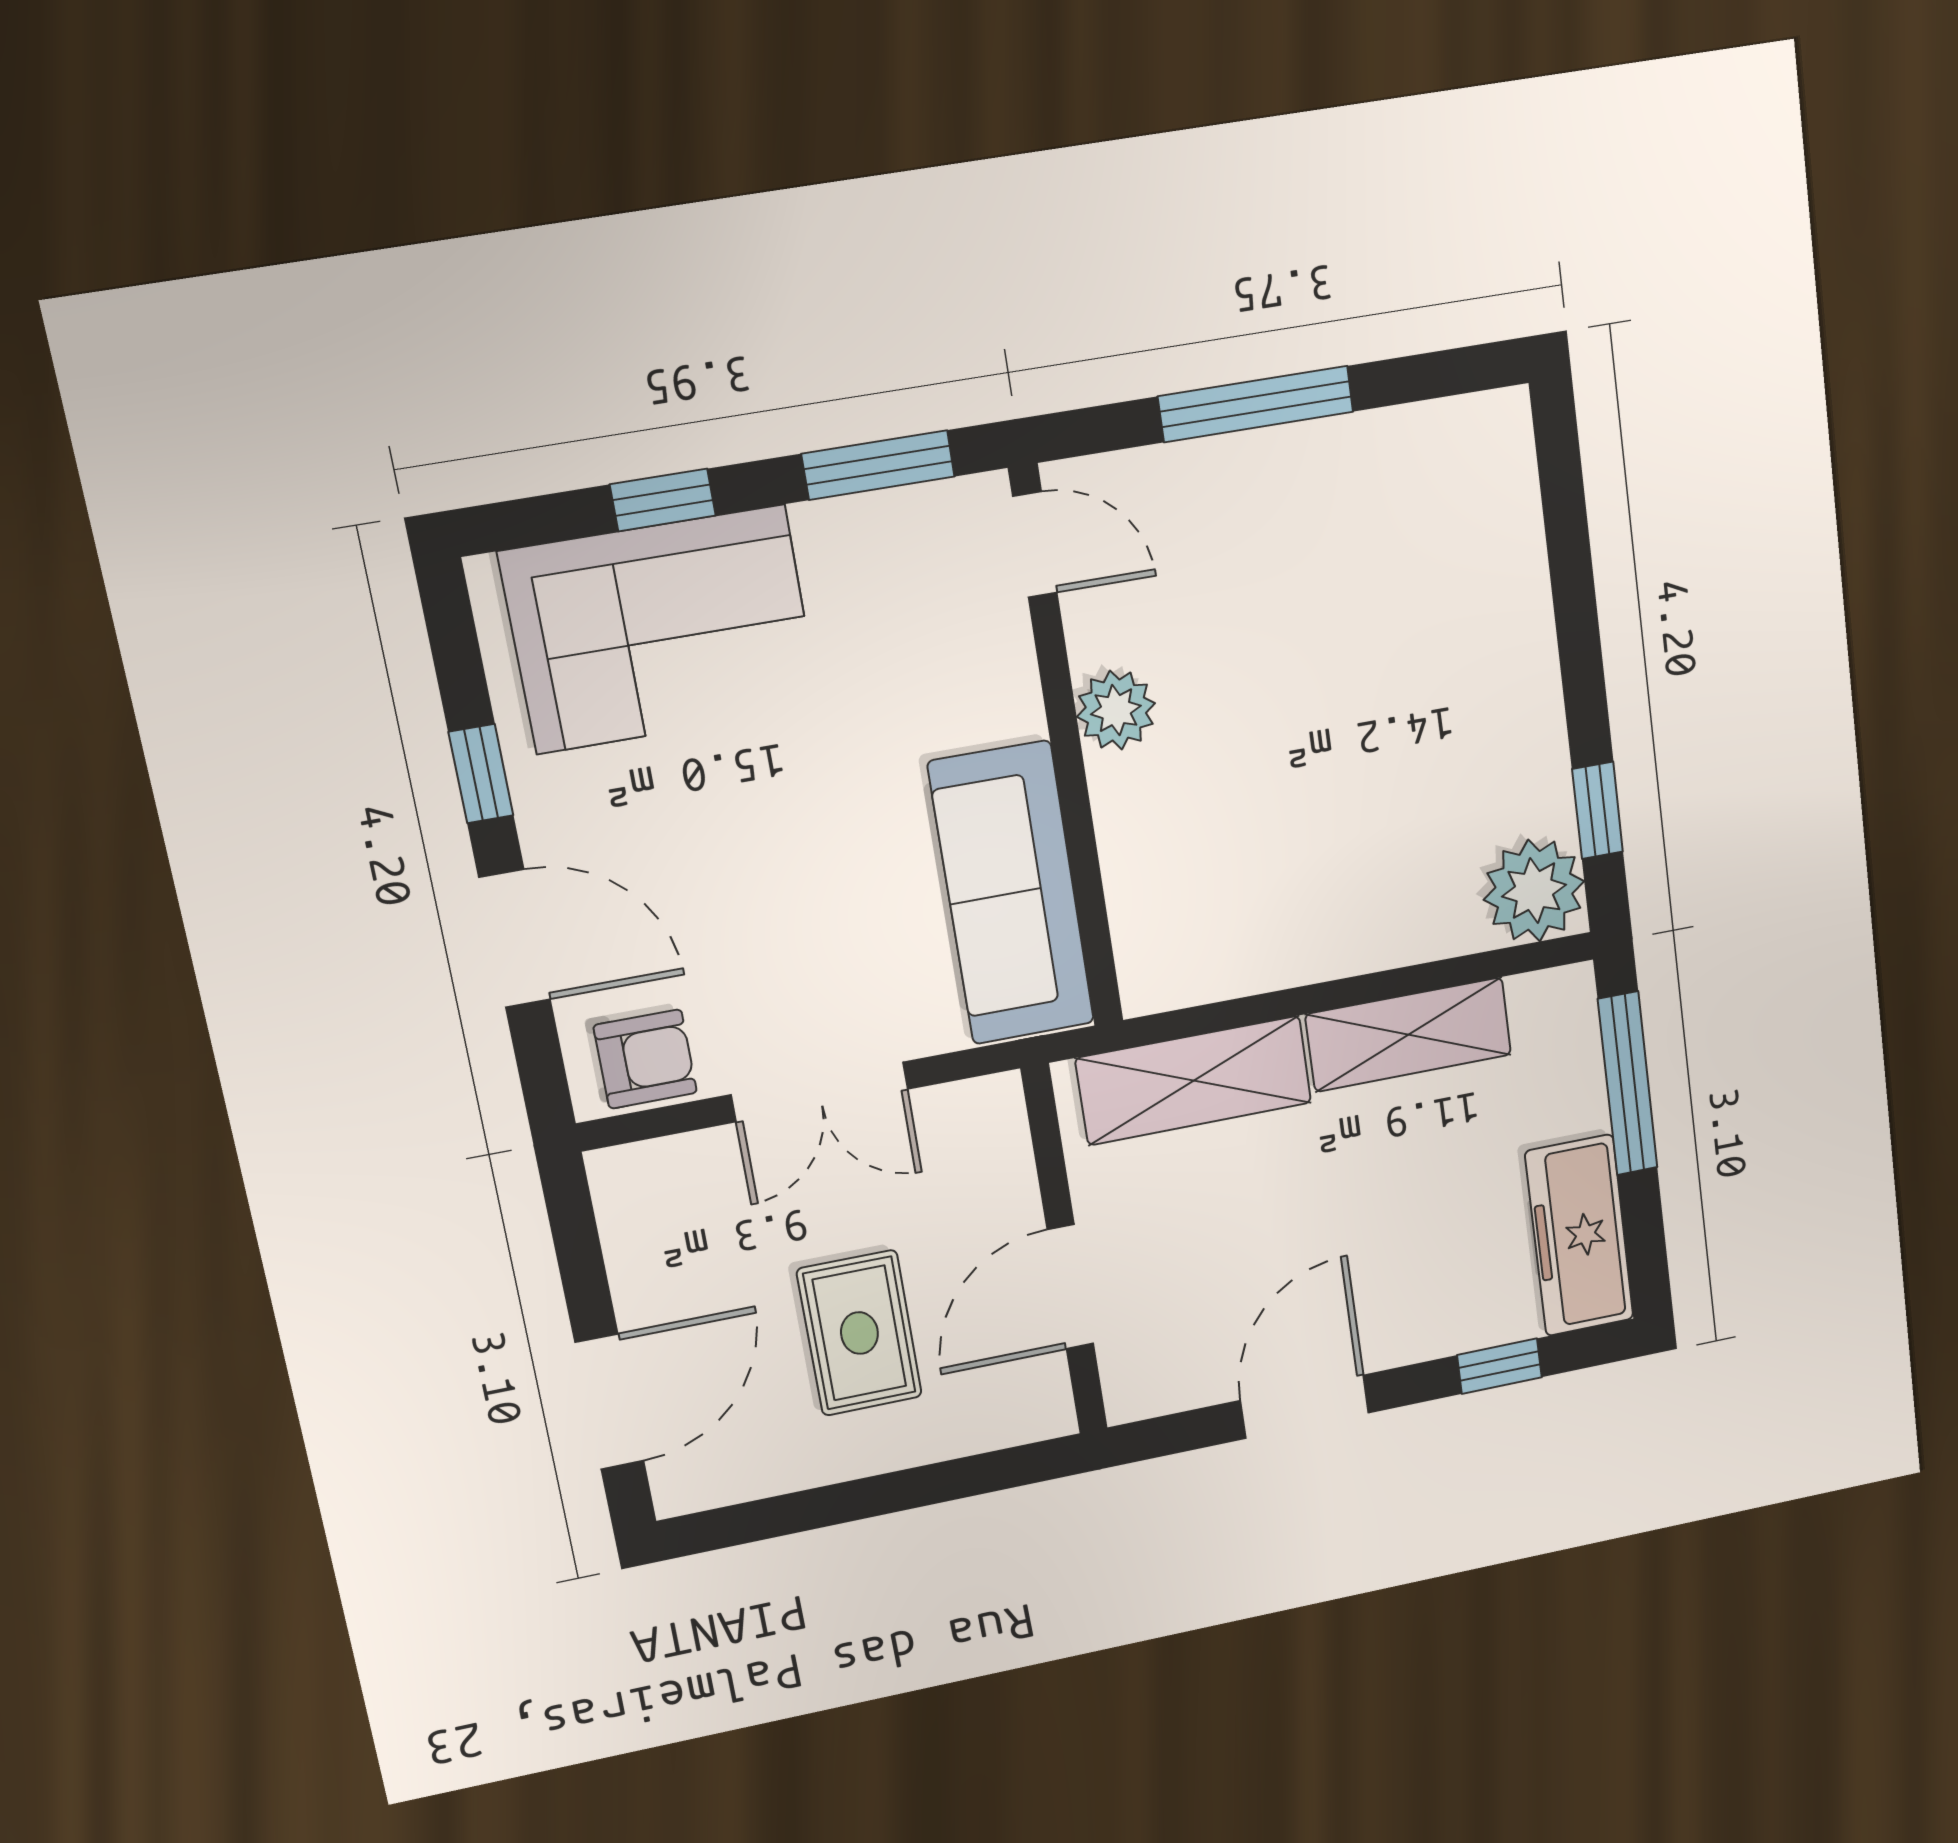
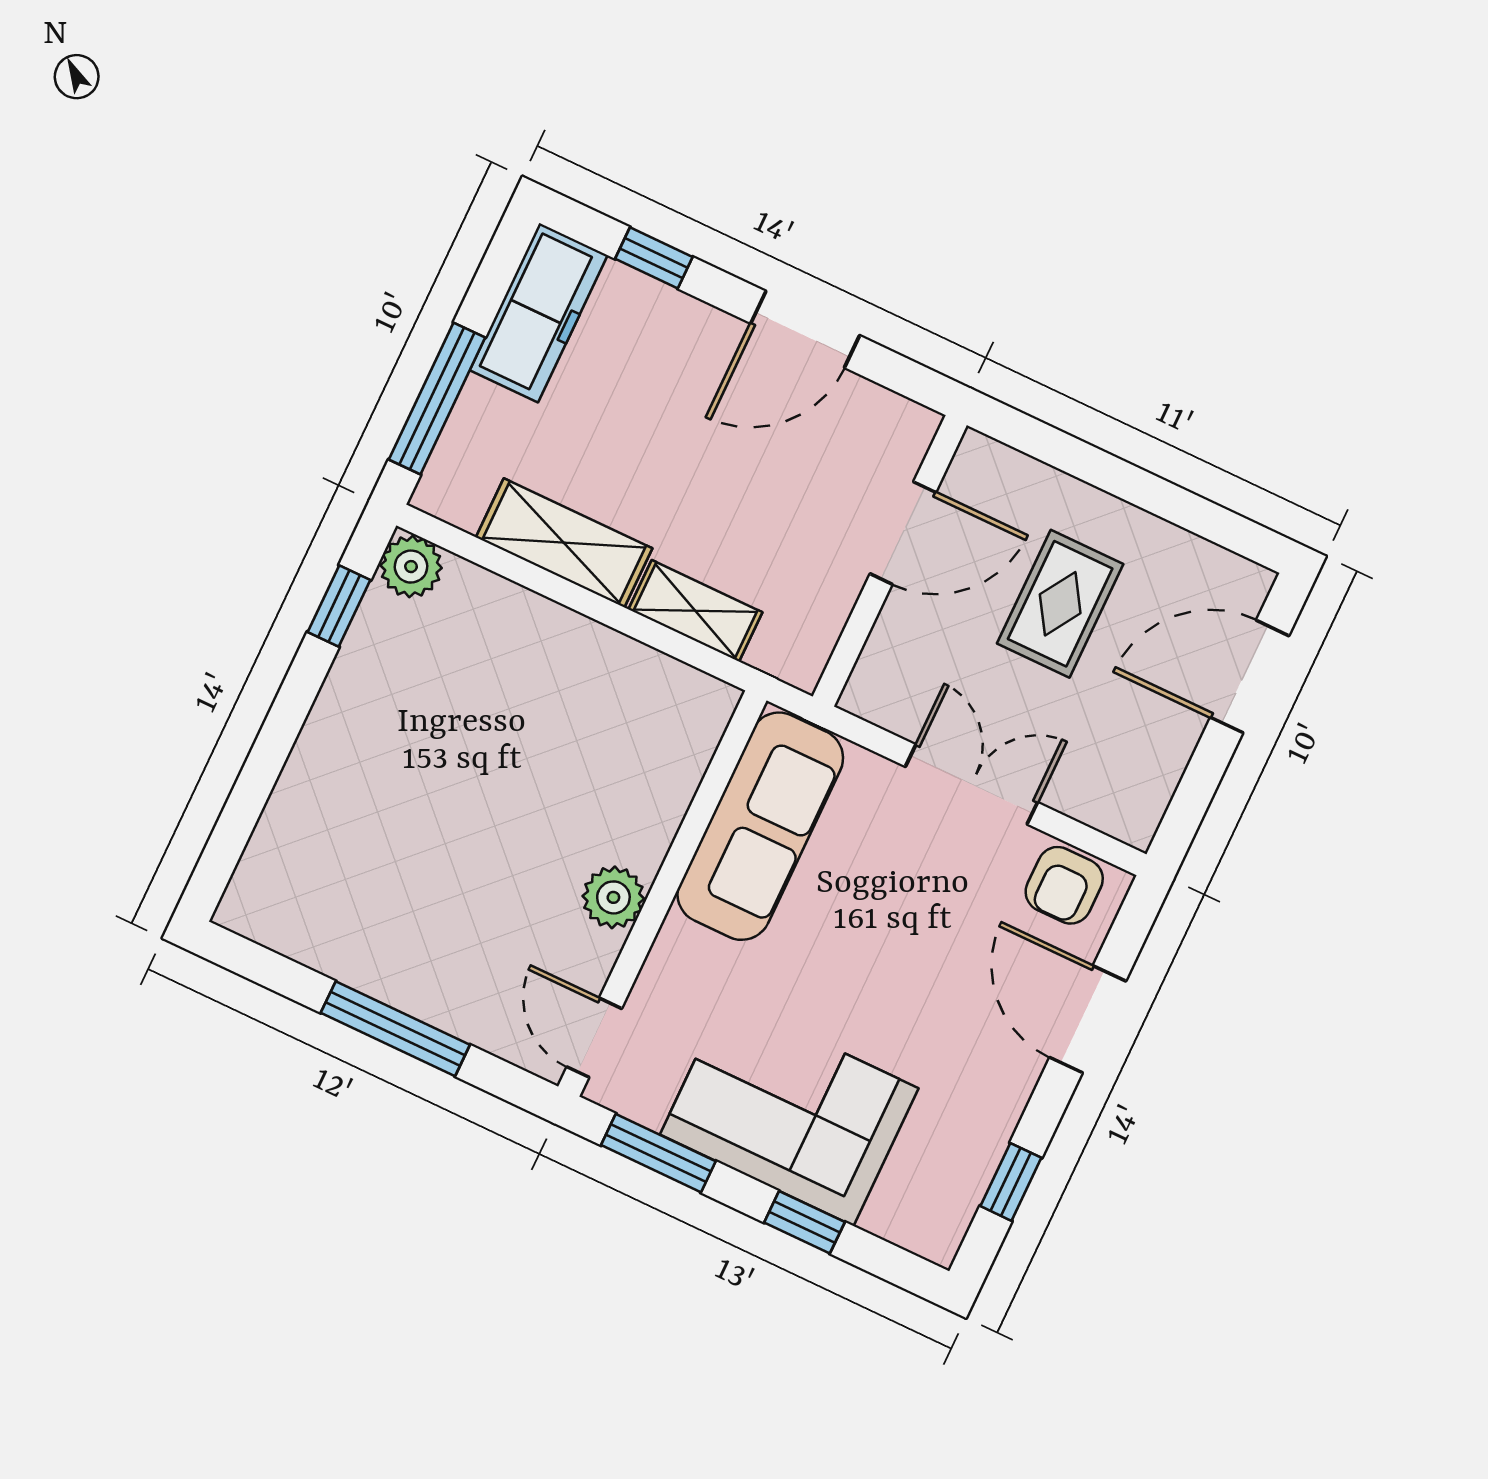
corner sofa: (661, 630) -> (789, 1111), moved
window: (481, 774) -> (1011, 1182), moved
plant: (1534, 891) -> (411, 567), width x0.73, depth x0.73
armchair: (645, 1059) -> (1064, 885), turned -90
shelving: (1194, 1081) -> (695, 611), width x0.67, depth x0.75

